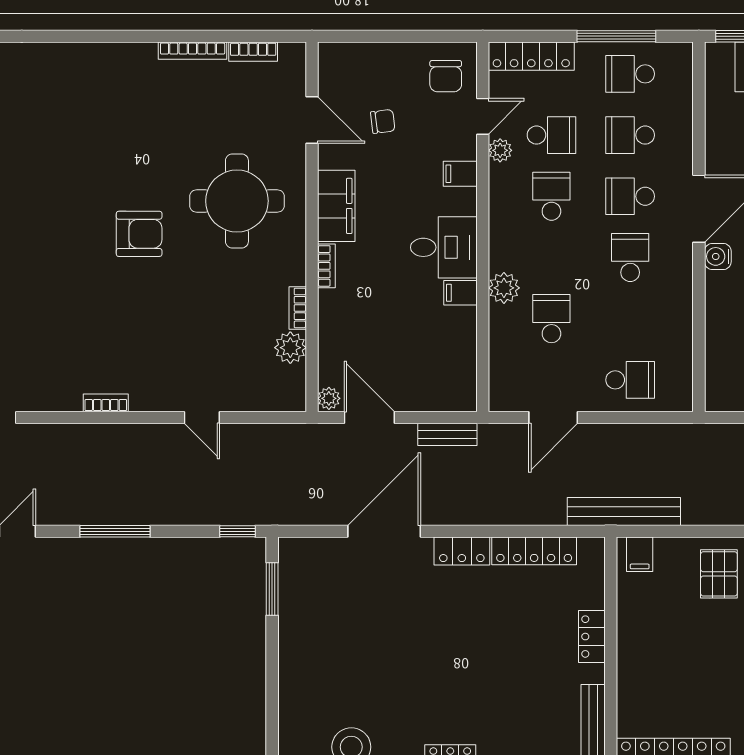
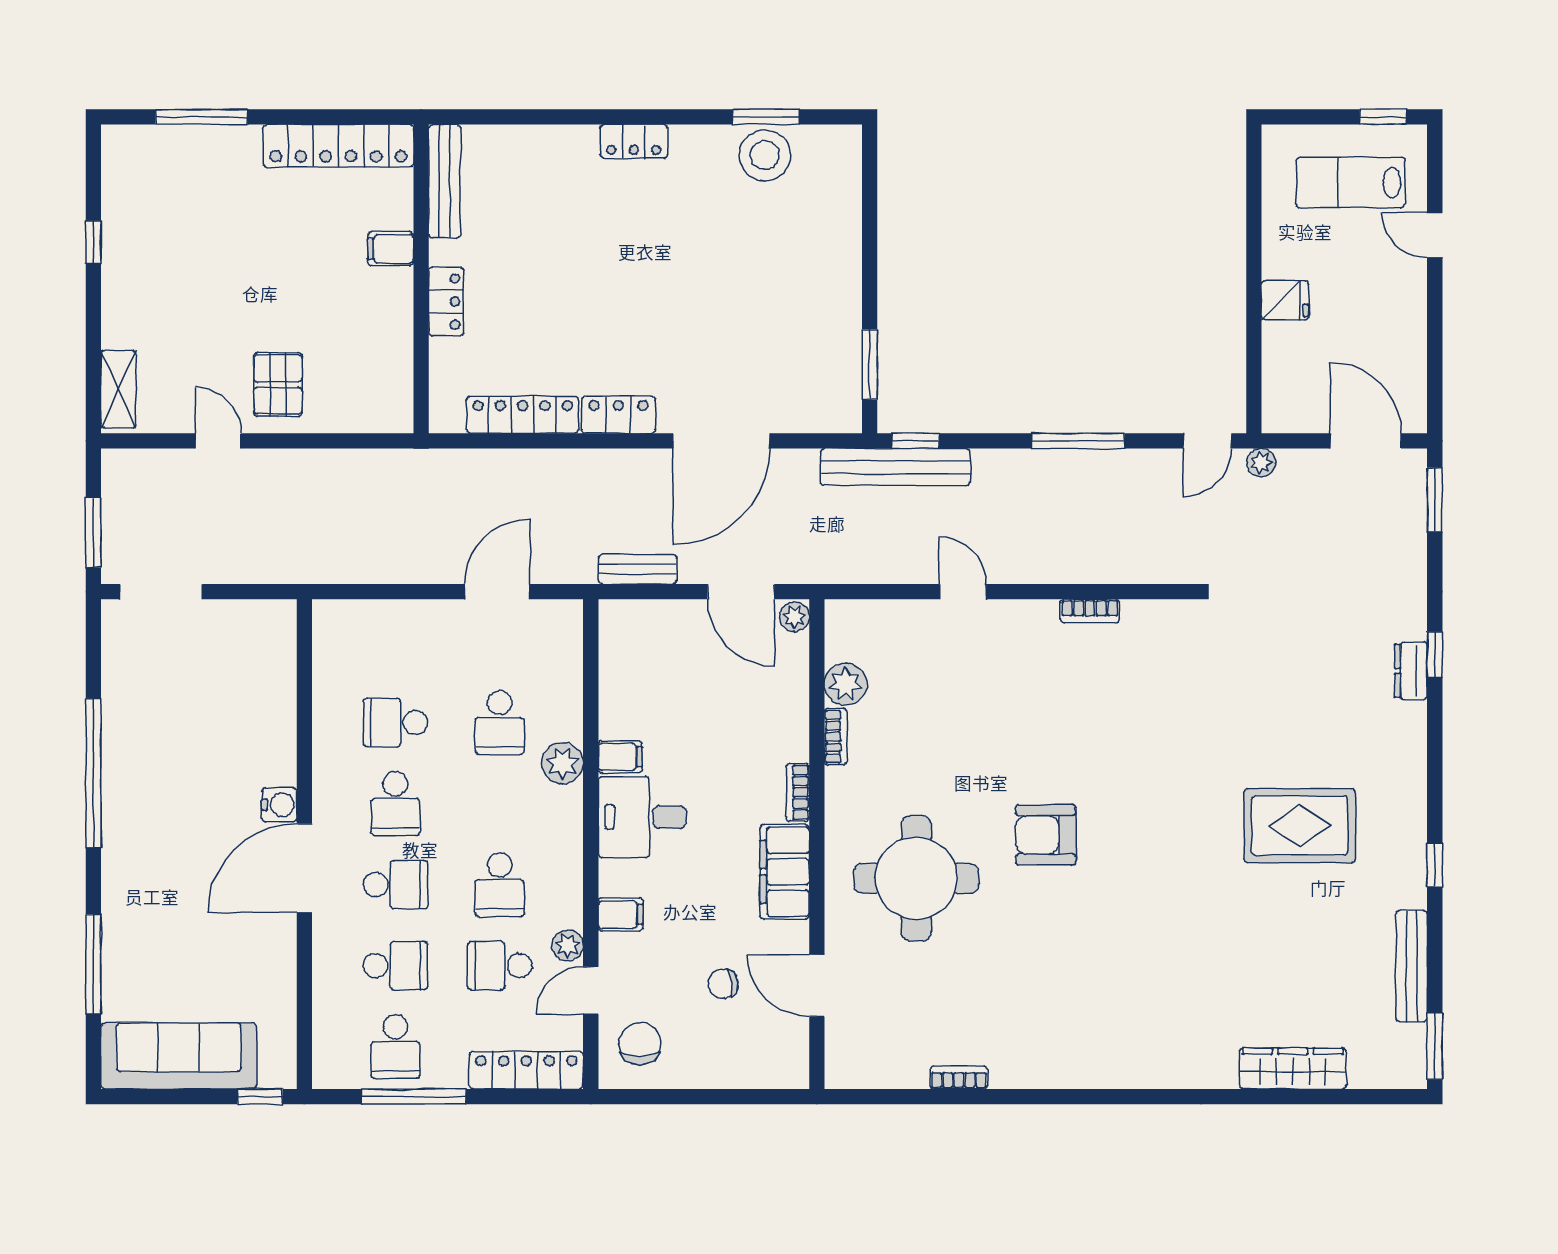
bookcase: (193, 51) -> (959, 1077), width x0.64
bookcase: (253, 52) -> (895, 1076), removed
school desk: (630, 74) -> (395, 1047), turned 90
school desk: (630, 380) -> (395, 723), moved
bench: (624, 512) -> (895, 467), moved
filing cabinet: (640, 554) -> (391, 249), moved, turned -90

